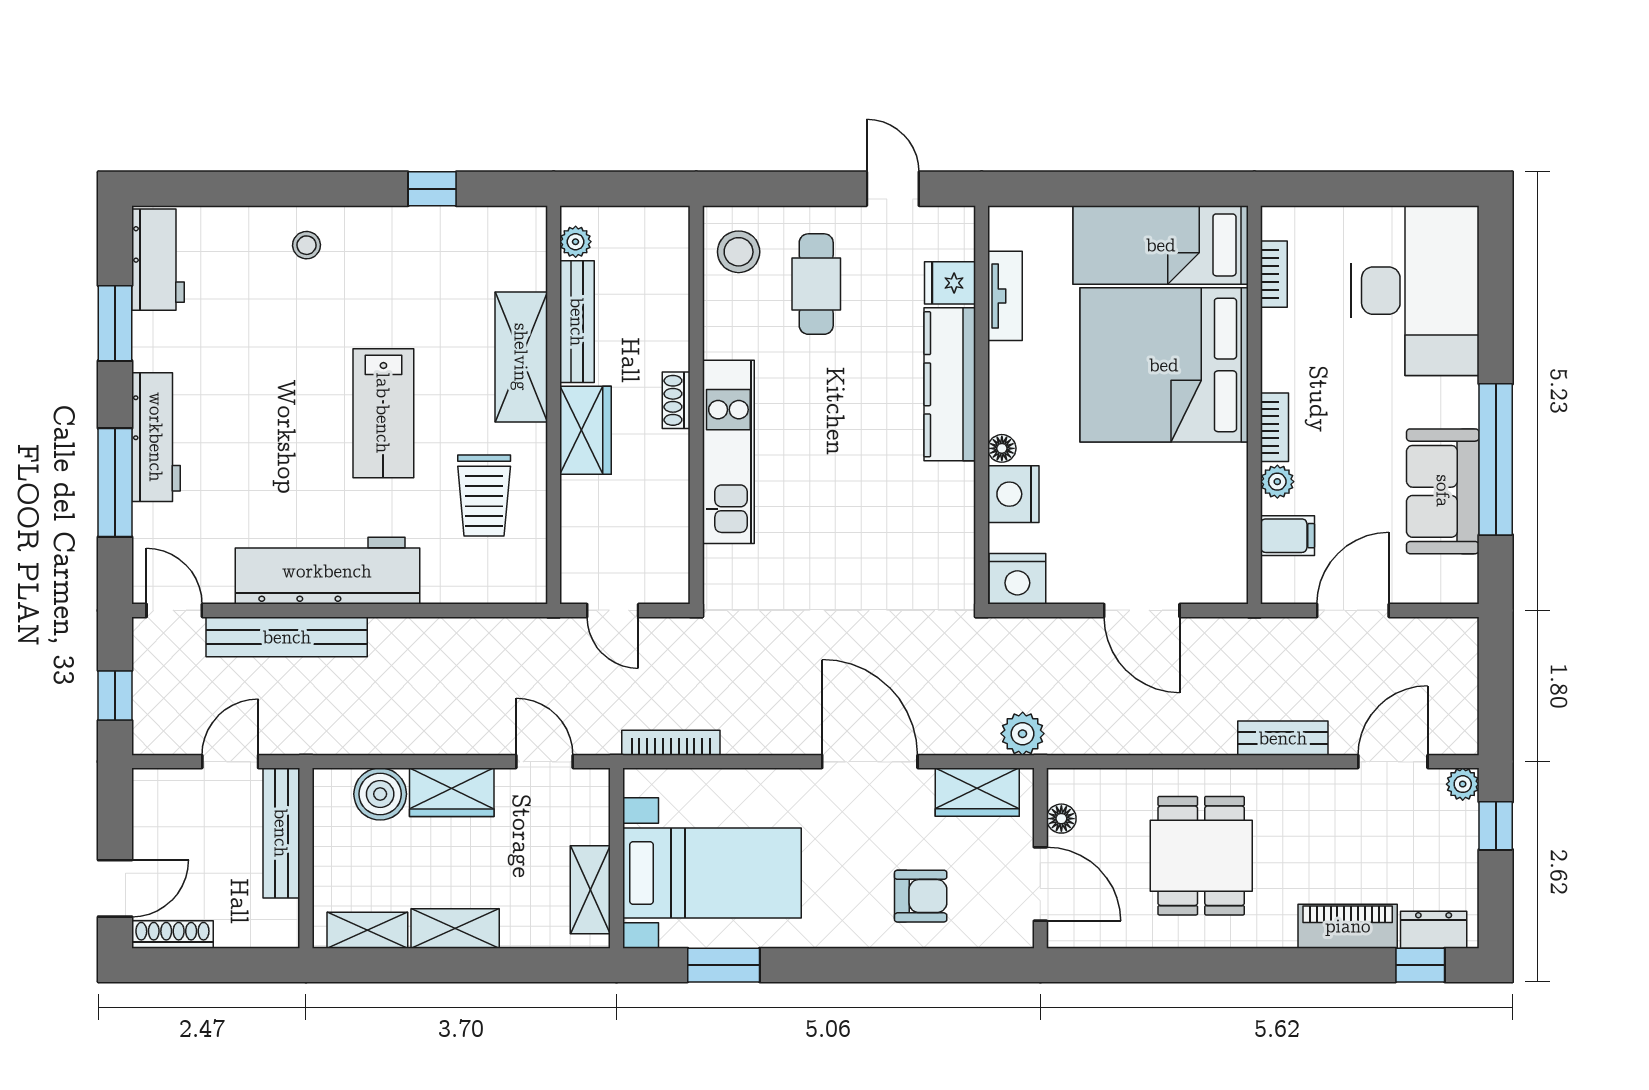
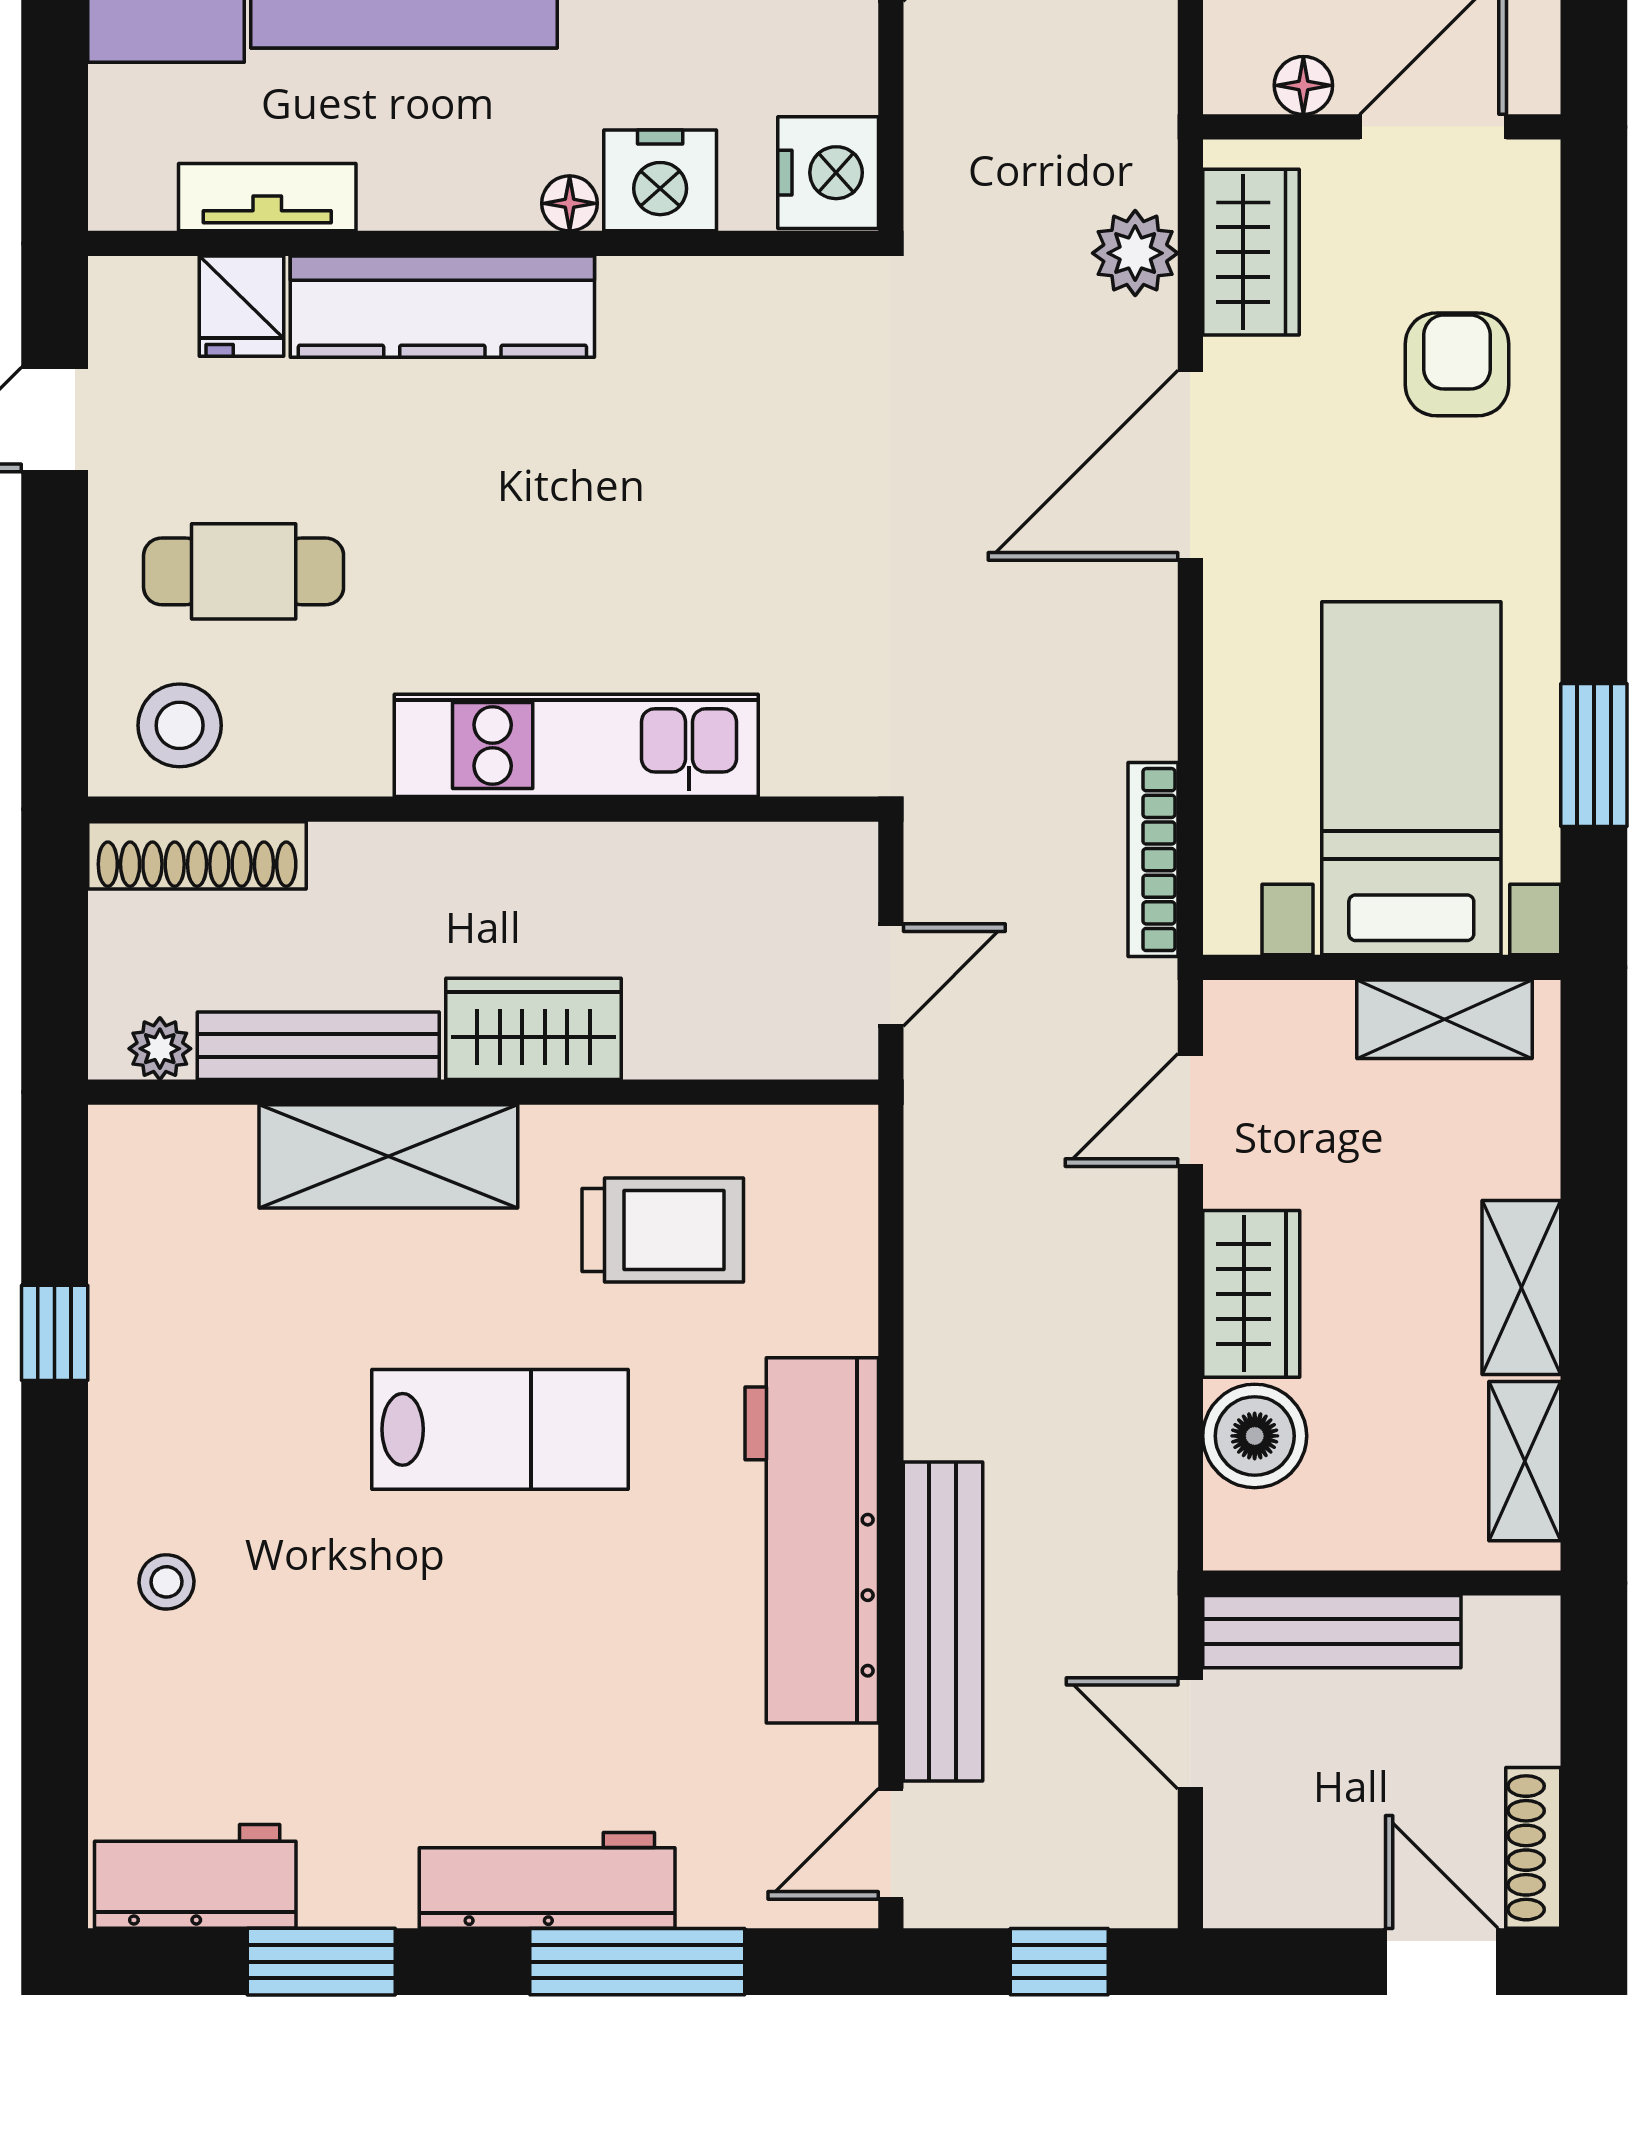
shoe rack: (676, 400) -> (197, 855), moved, width x1.94, depth x1.24
plant: (1023, 734) -> (1135, 253), moved

